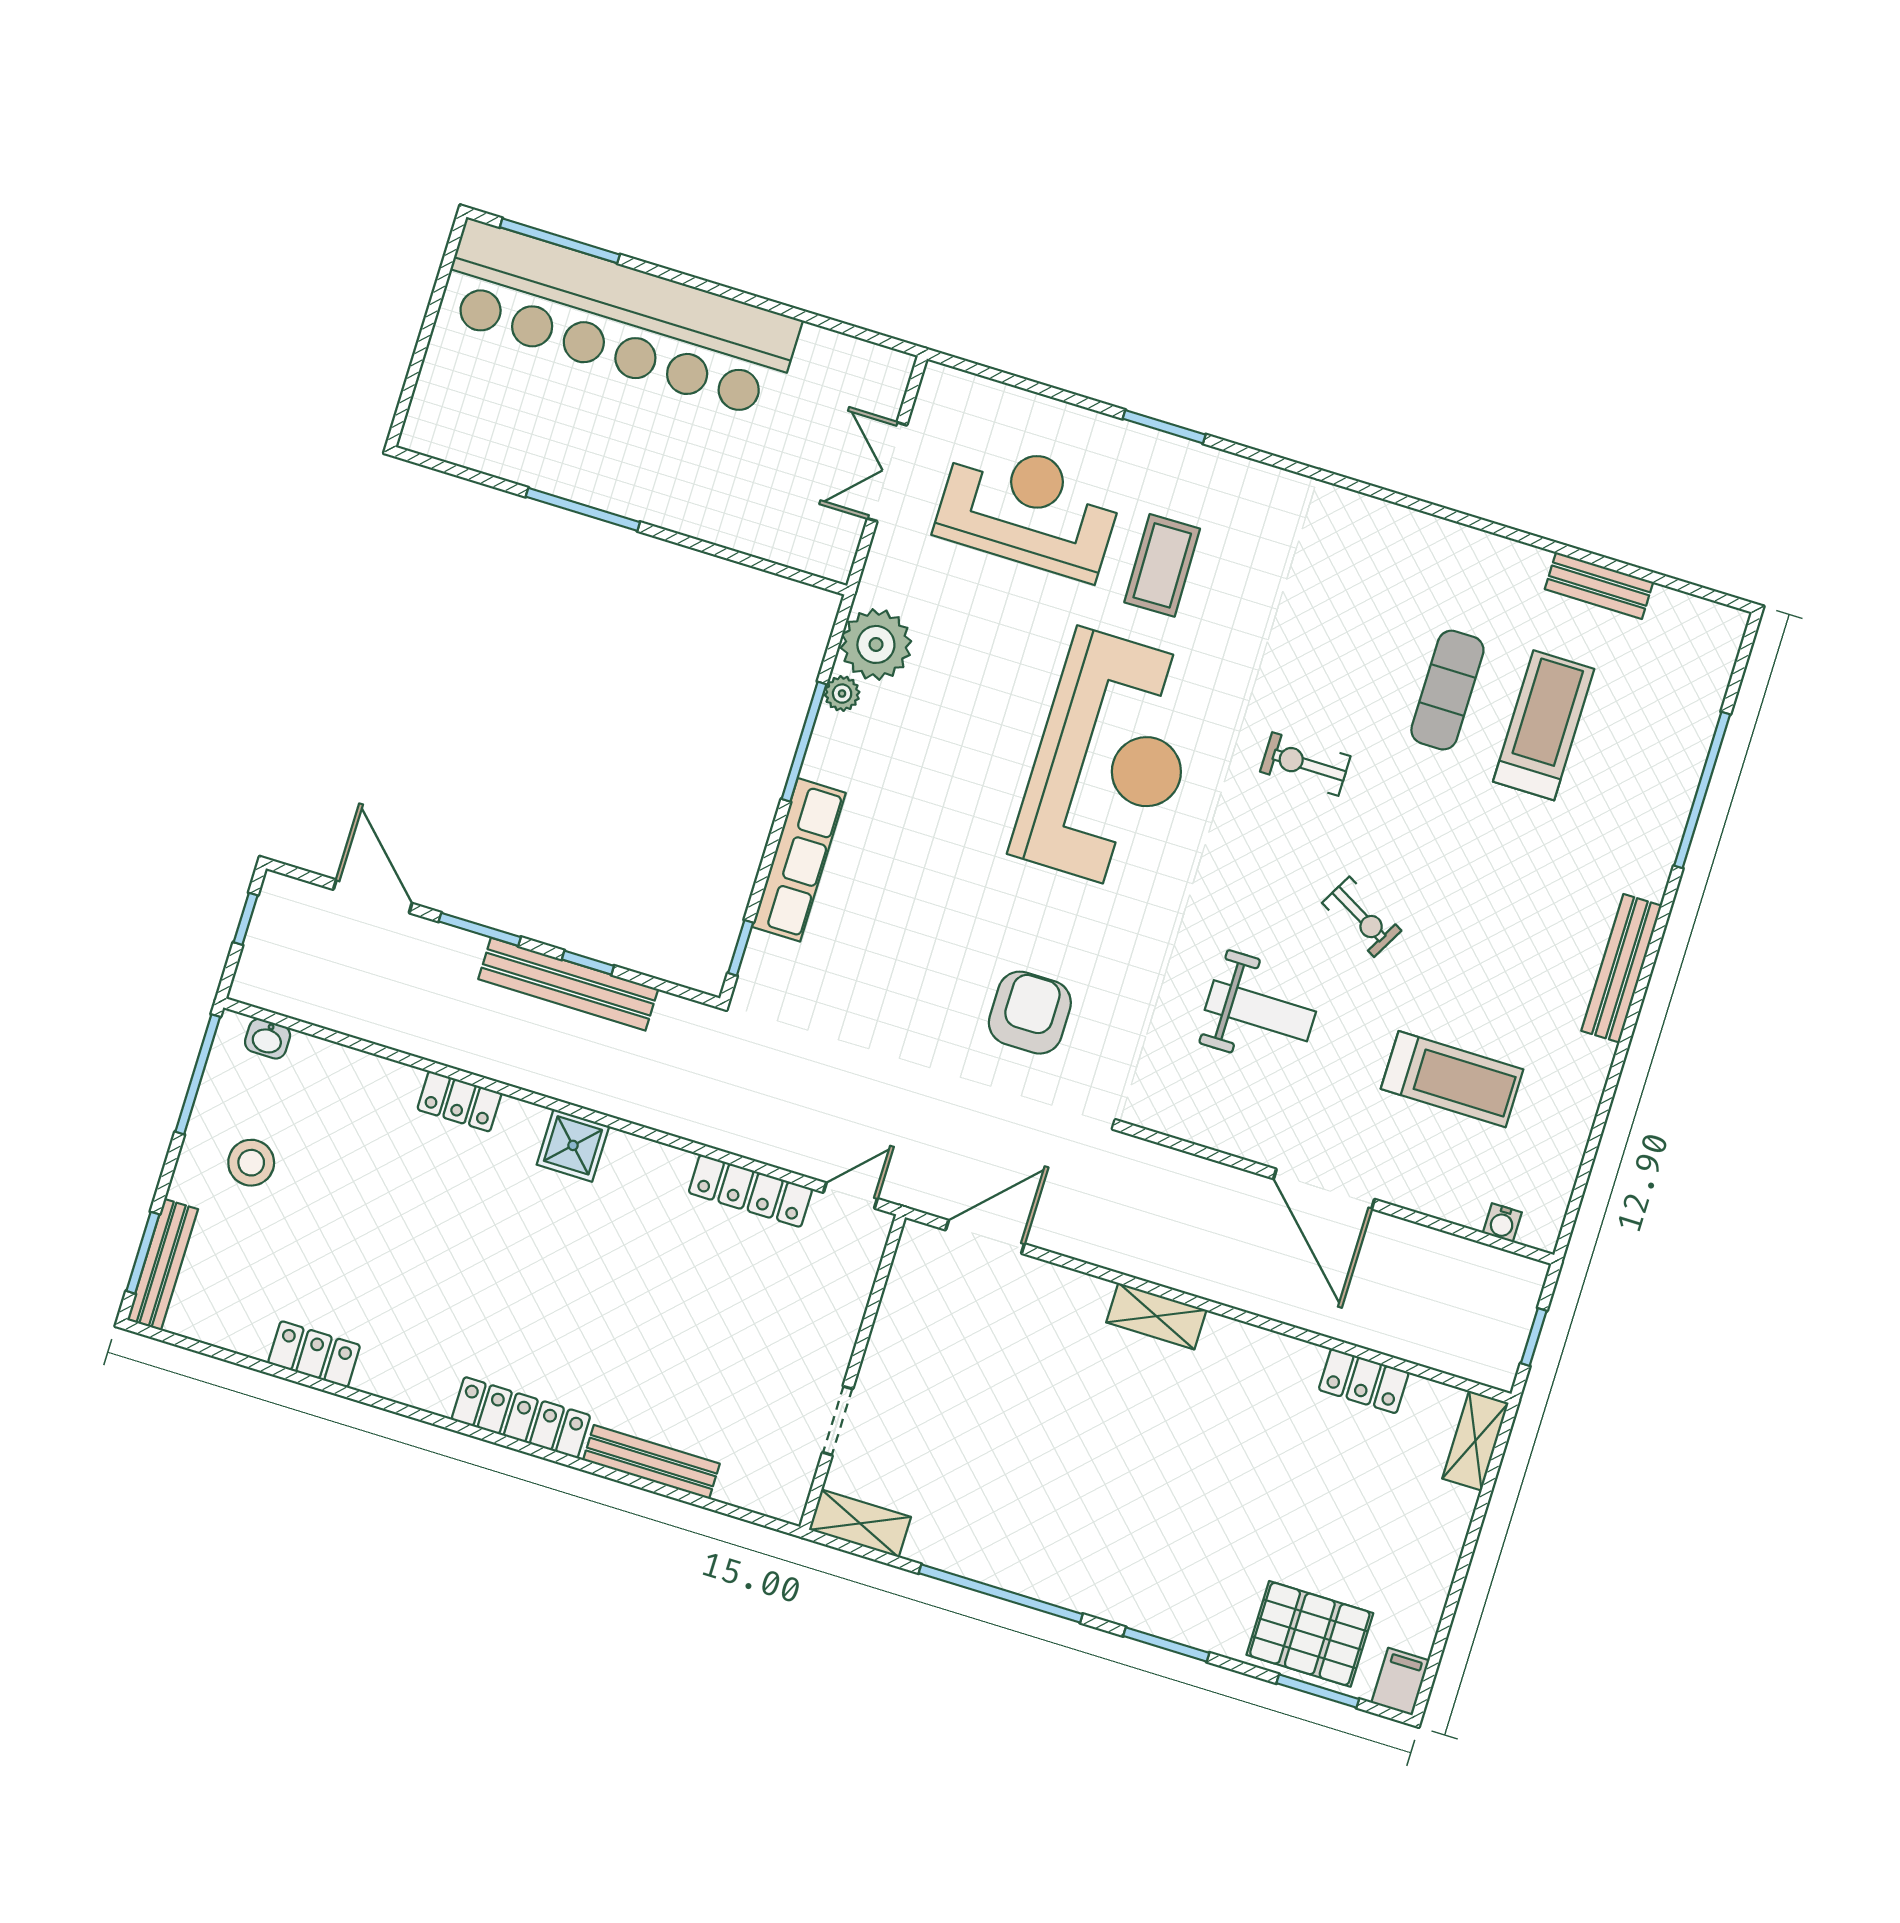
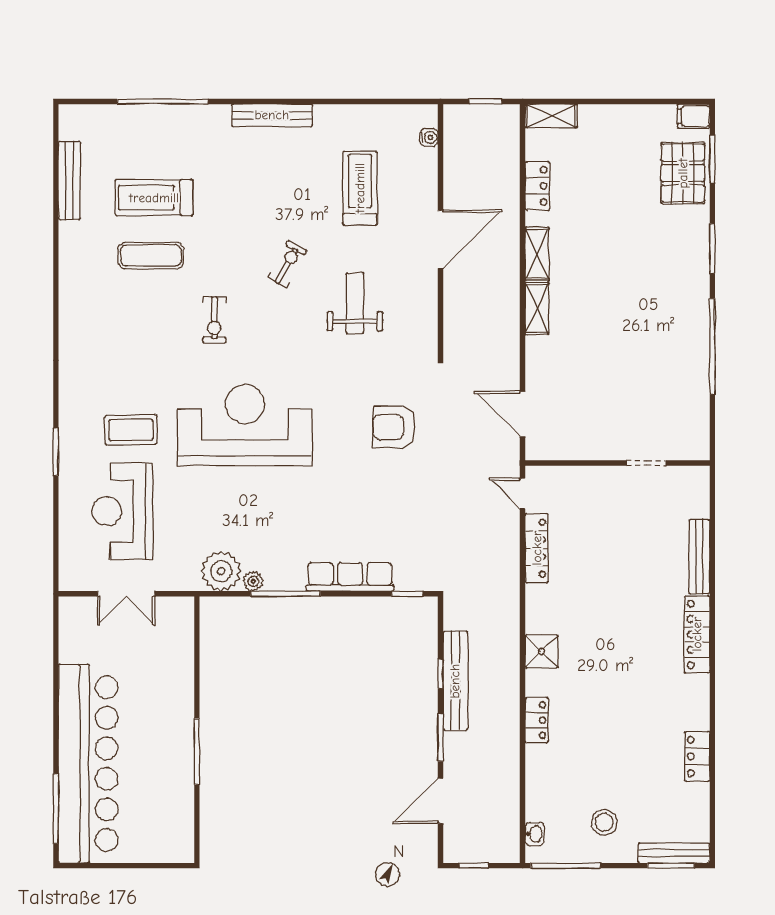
bench: (1599, 586) -> (69, 180), width x1.36
shelving: (860, 1523) -> (537, 254), moved

